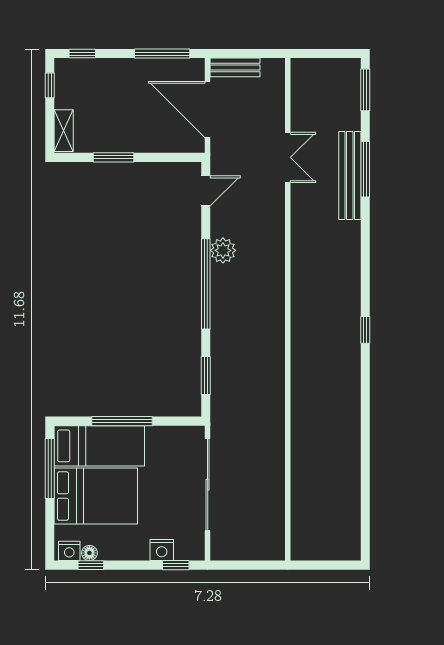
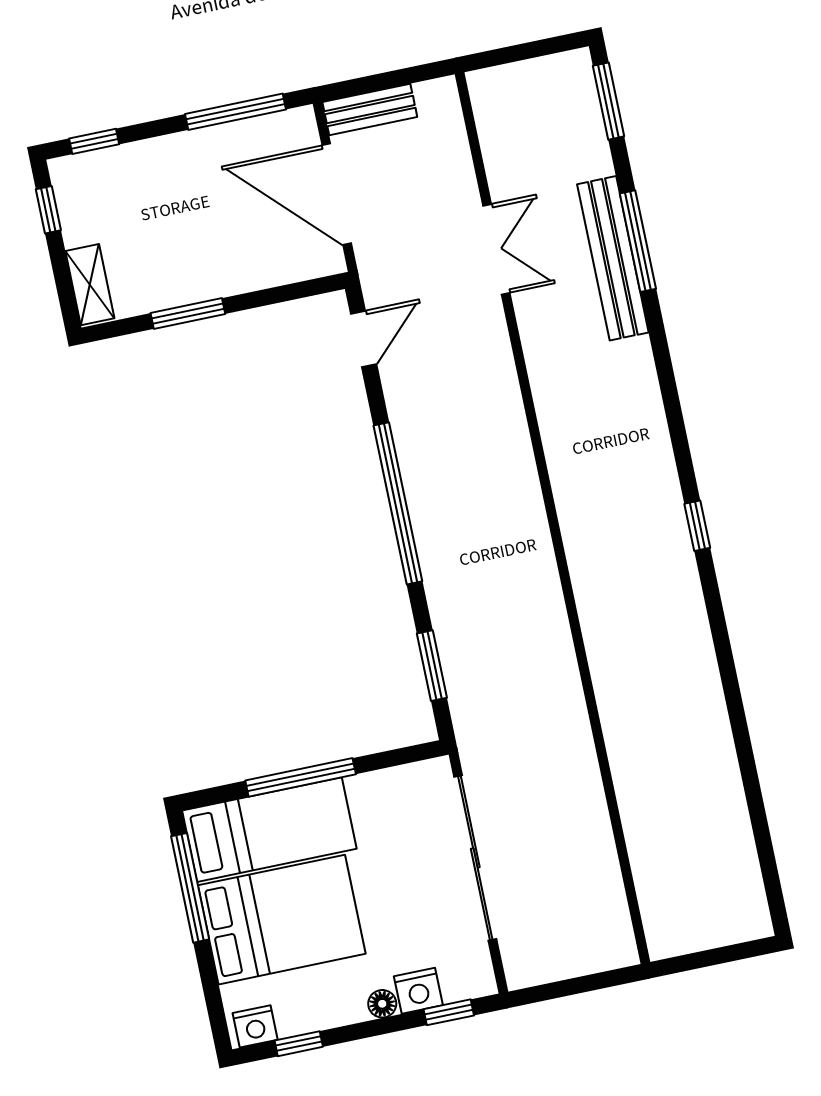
plant: (223, 250) -> (416, 438), removed
floor lamp: (89, 553) -> (382, 1004), moved

